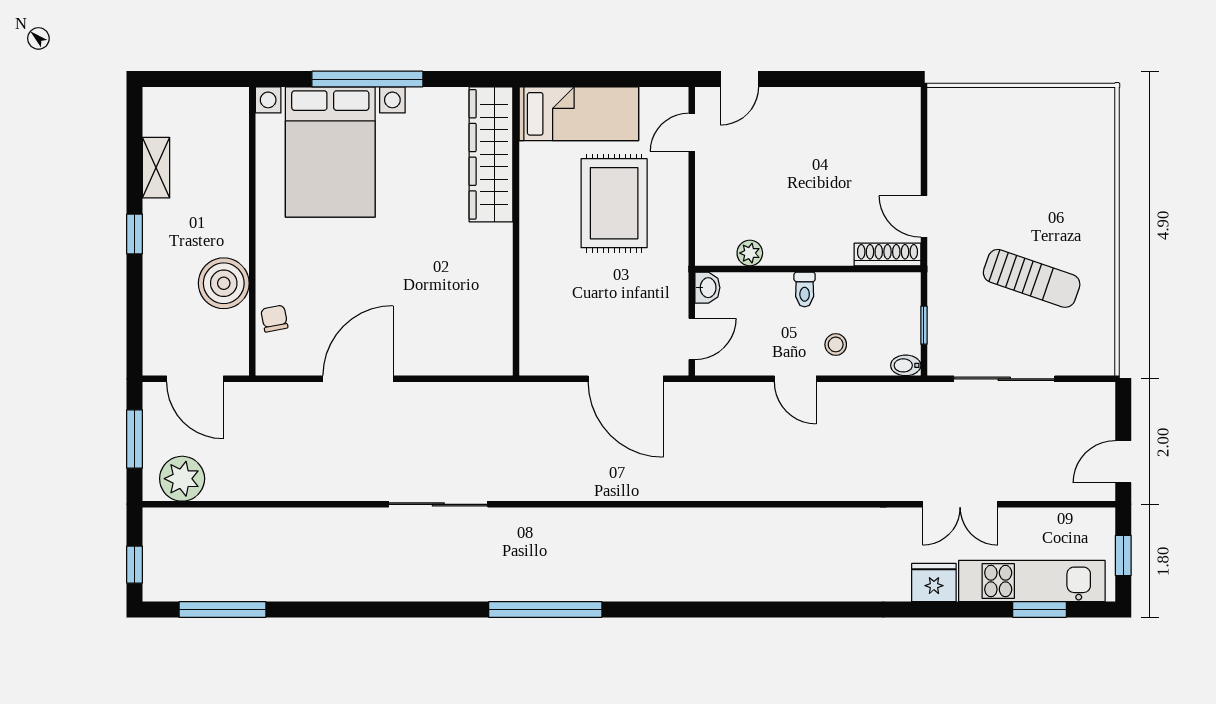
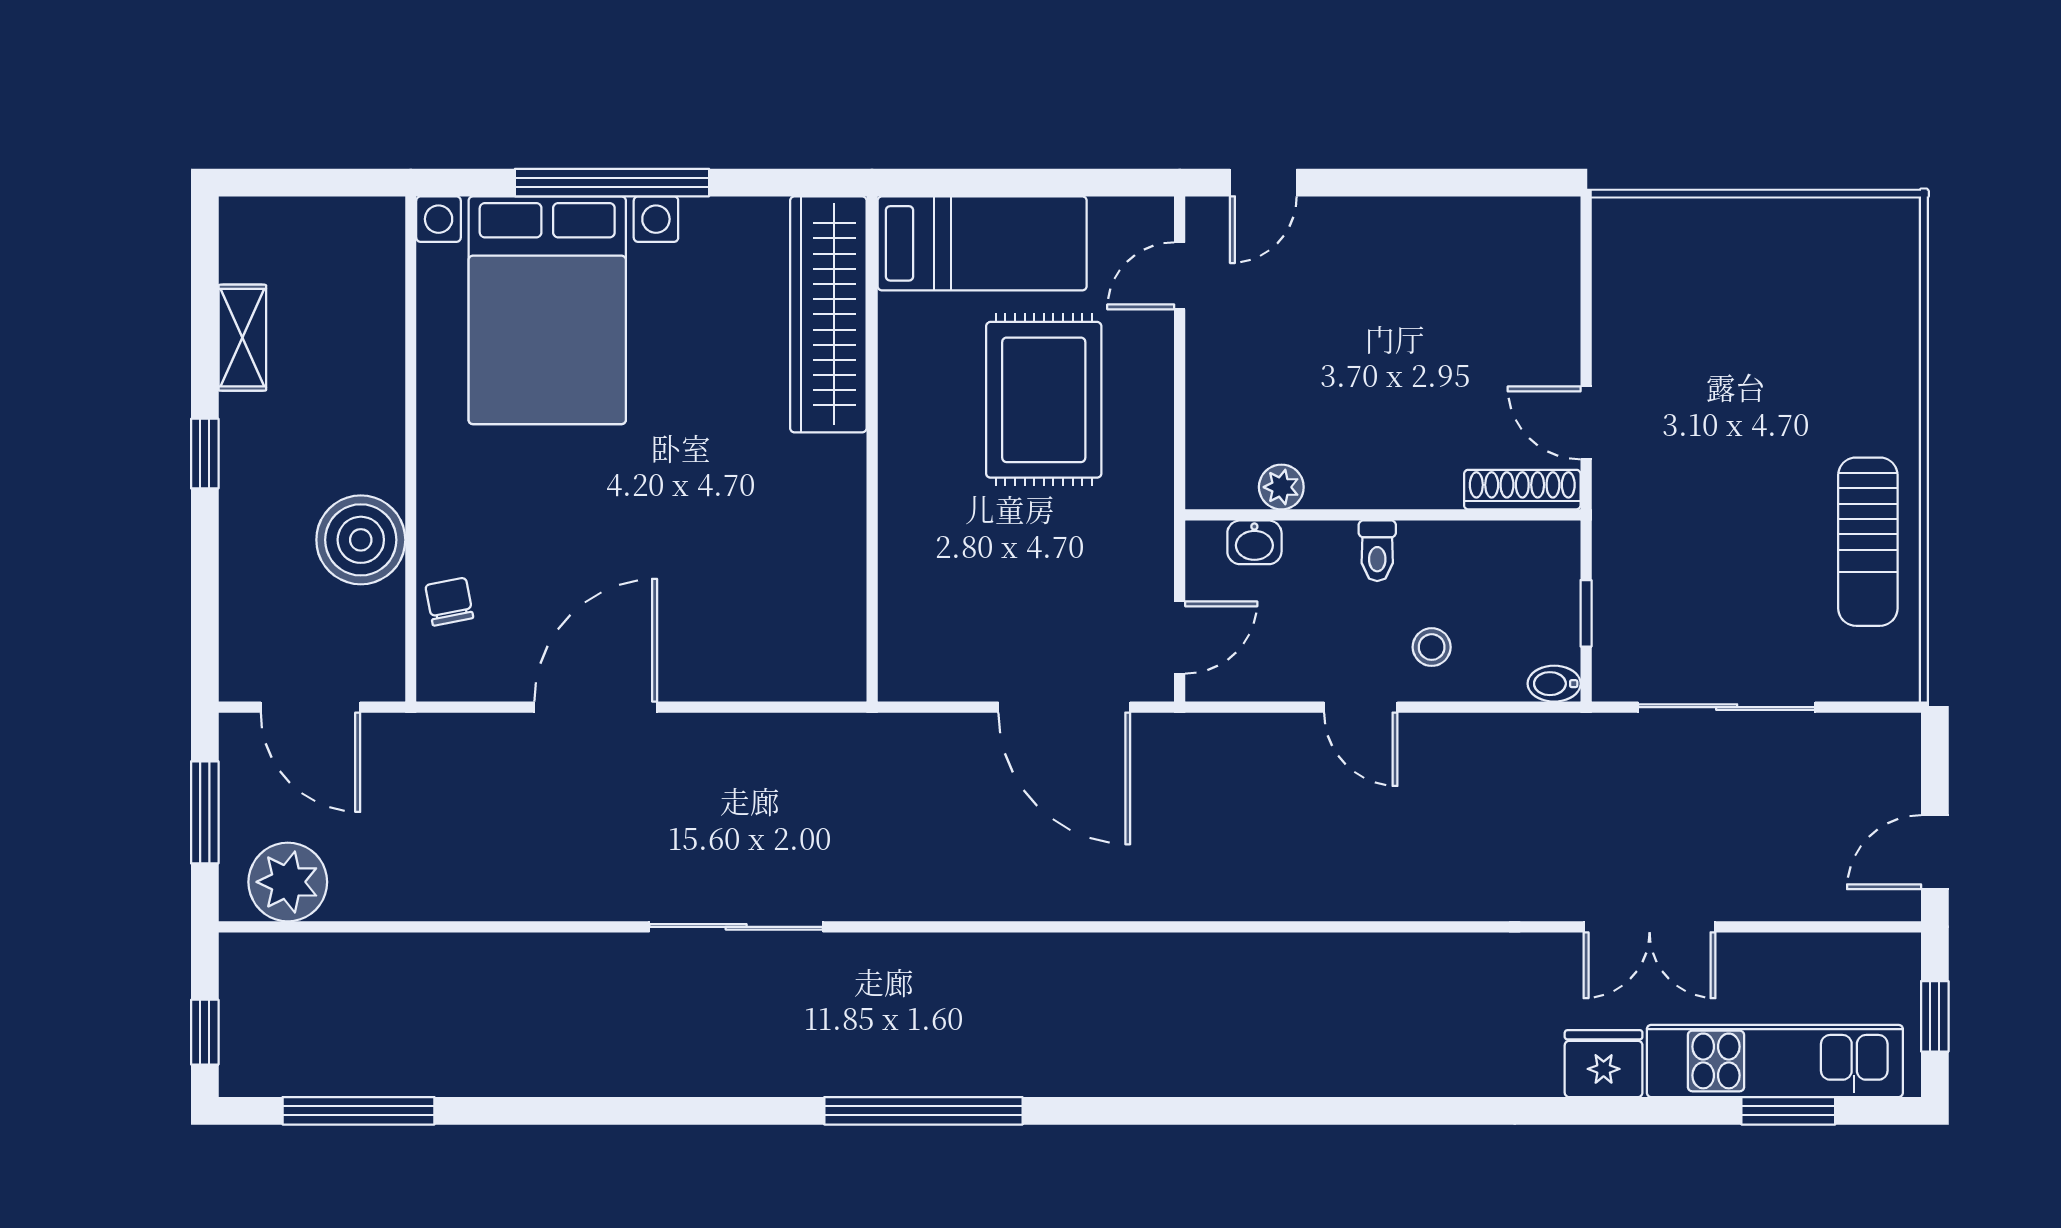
sun lounger: (1032, 278) -> (1868, 542), moved, turned 71
washbasin: (707, 288) -> (1254, 542), moved, turned 90

